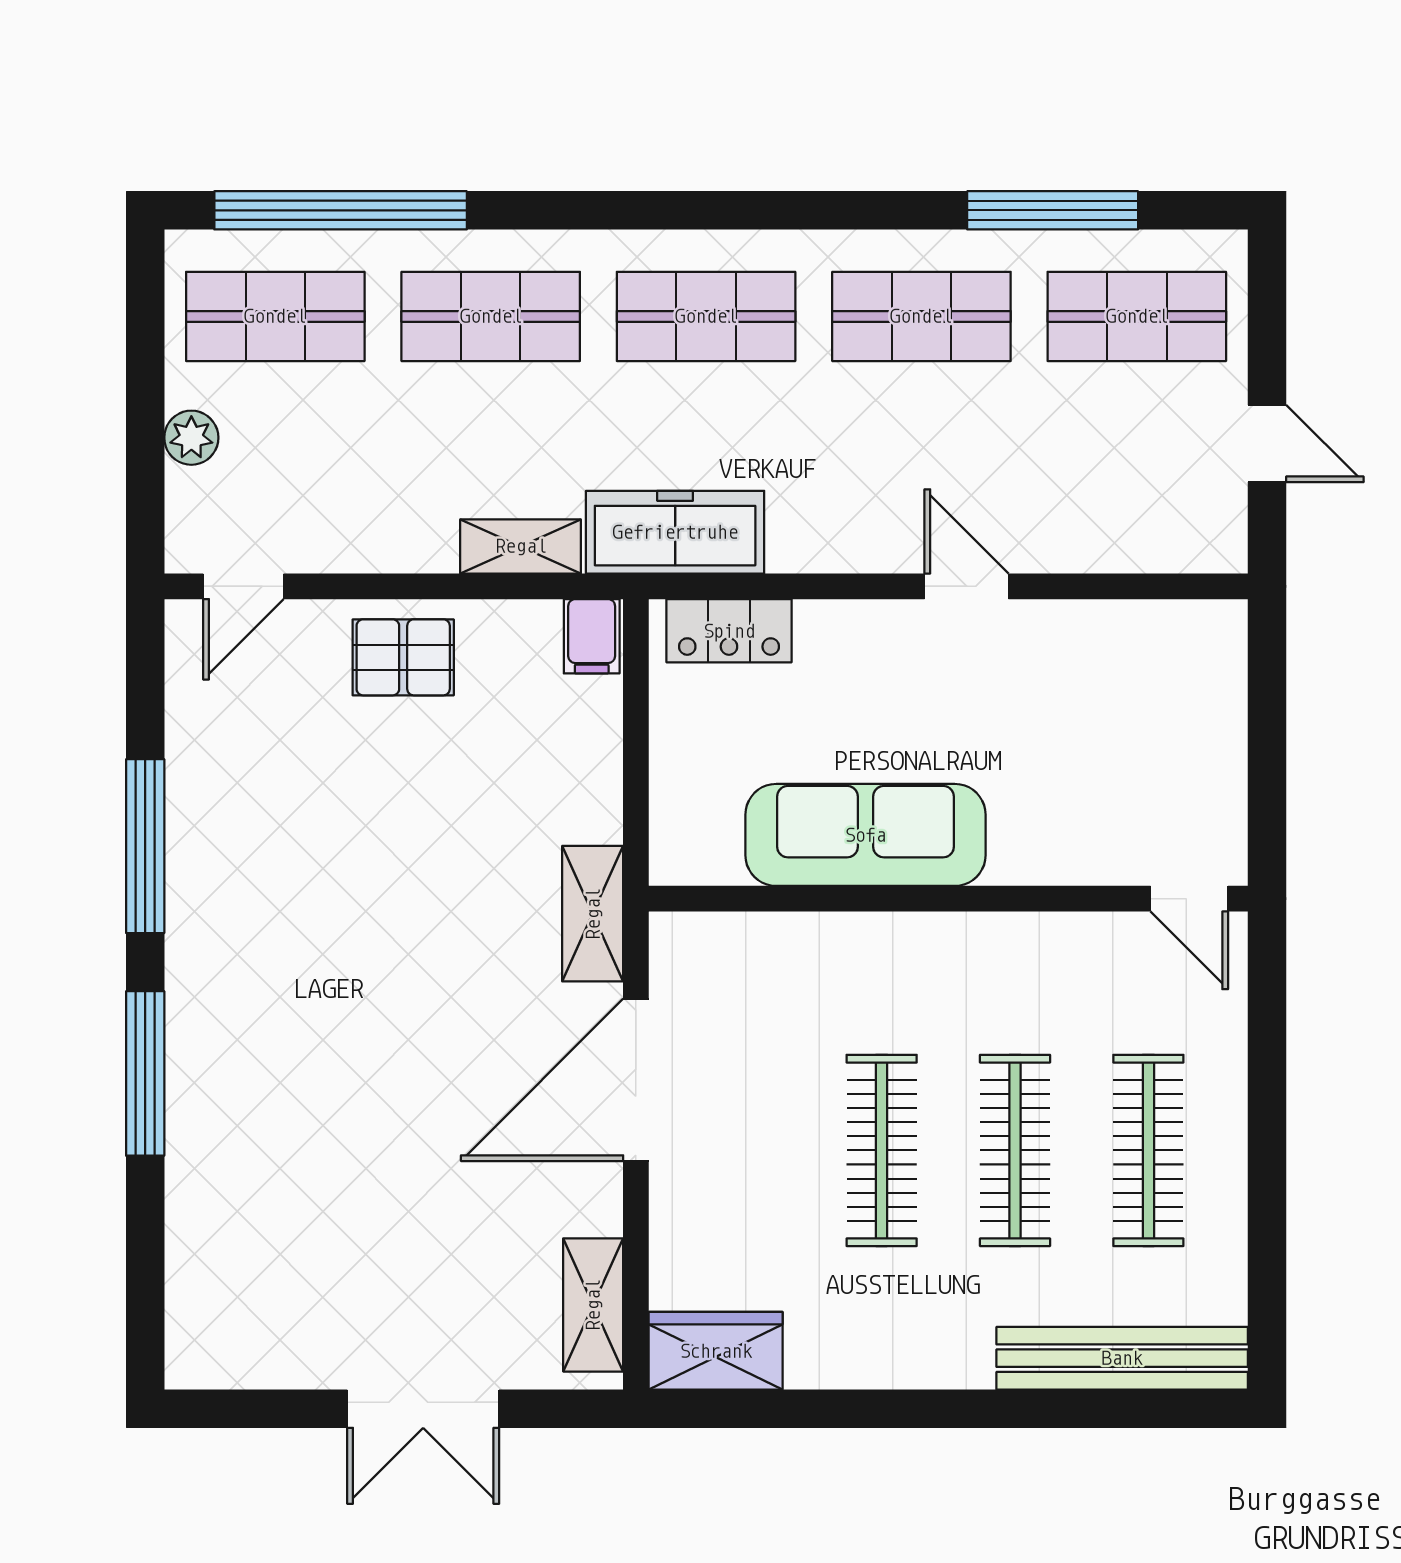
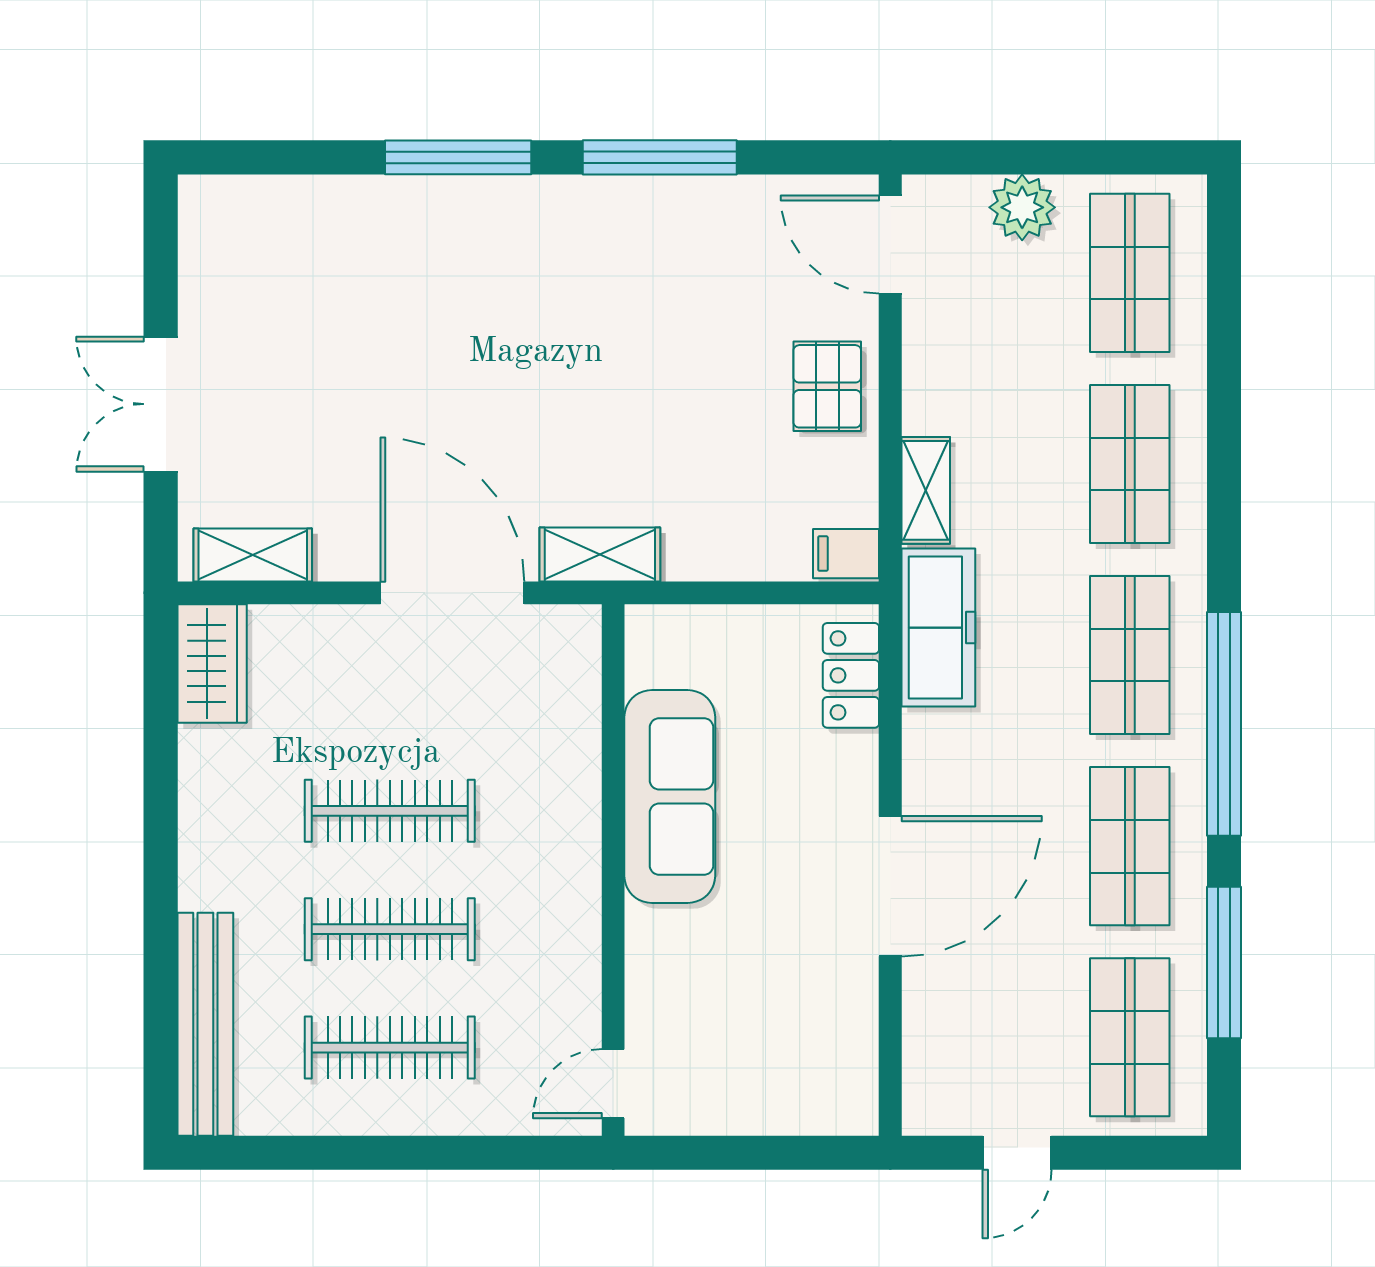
window: (341, 210) -> (1224, 724), moved
plant: (191, 438) -> (1022, 207), width x1.38, depth x1.38
door: (243, 586) -> (890, 245), width x1.38
door: (967, 586) -> (890, 886), width x1.87

